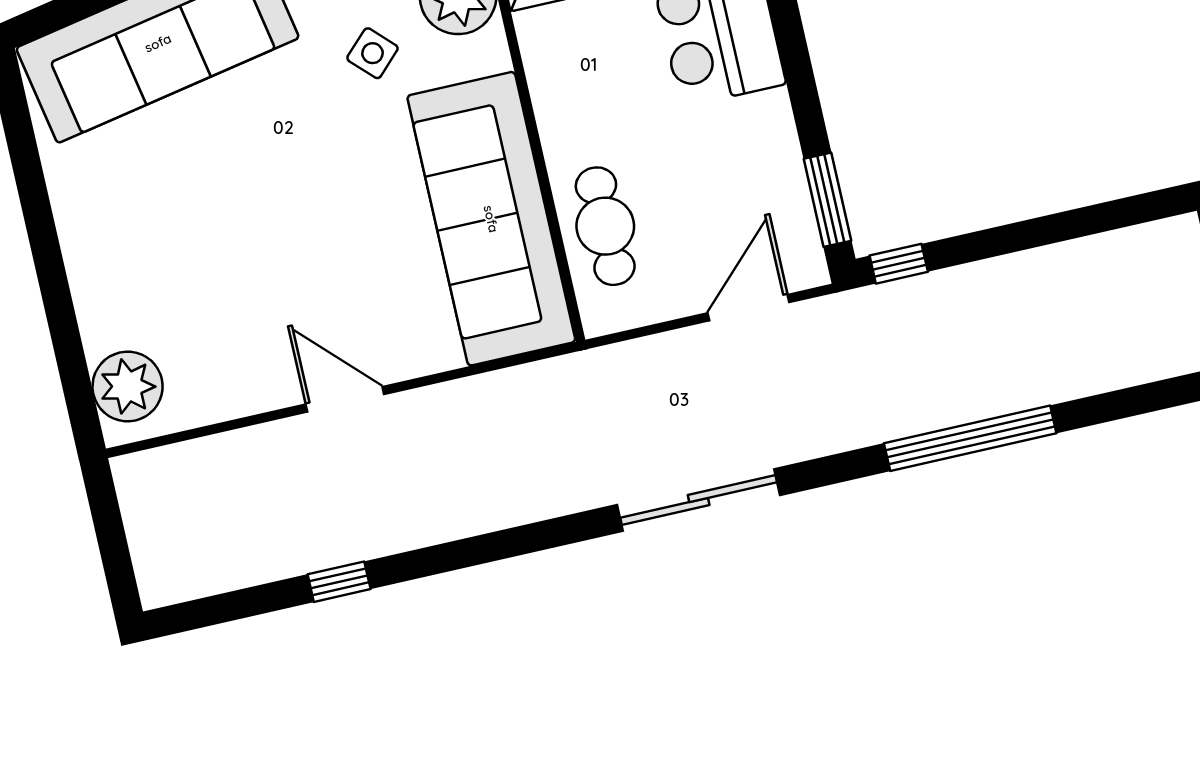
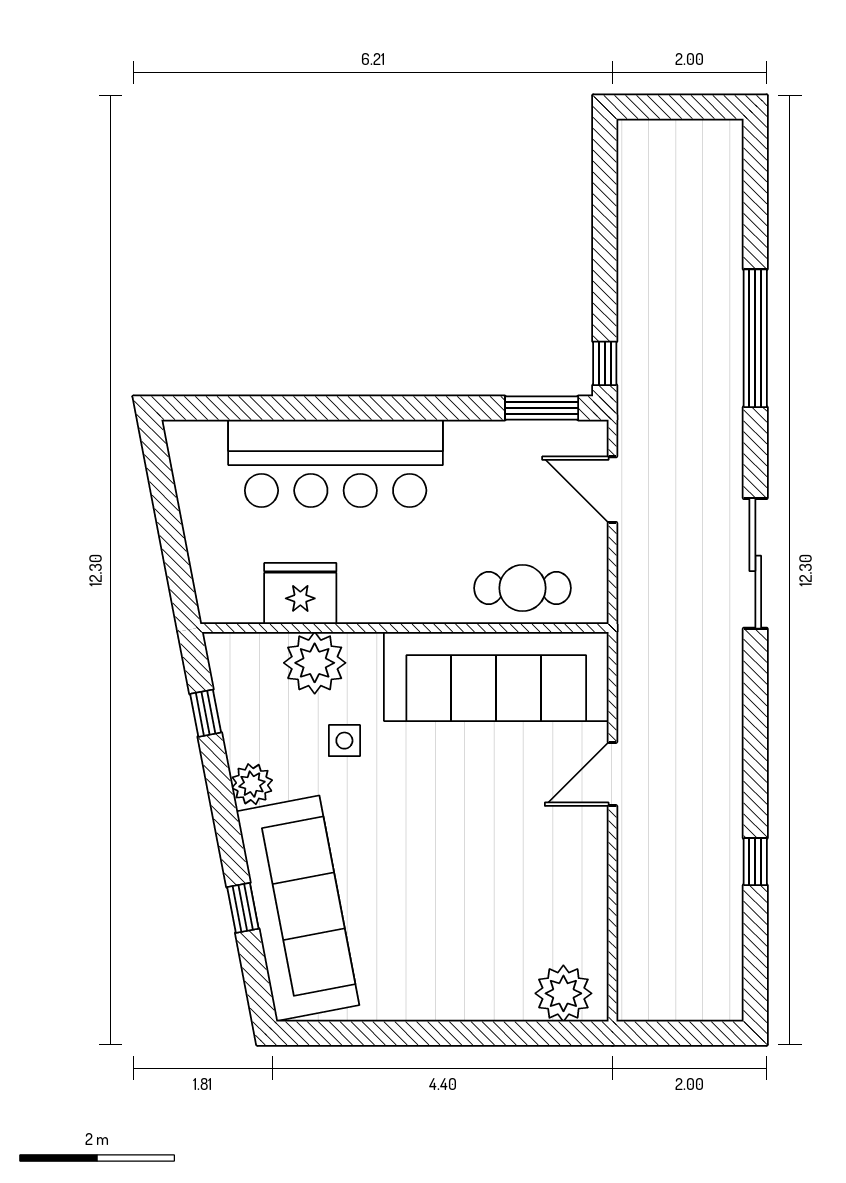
side table: (372, 53) -> (344, 741), turned 45
door: (345, 399) -> (612, 774), moved

